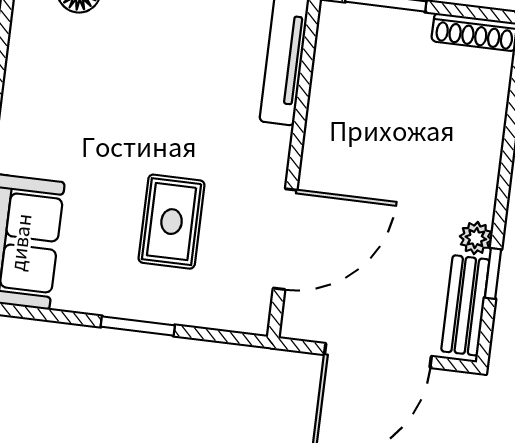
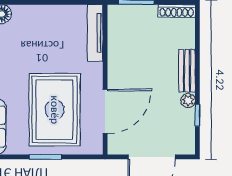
rug: (172, 222) -> (55, 110), width x1.86, depth x2.06
bench: (465, 305) -> (187, 71), moved

